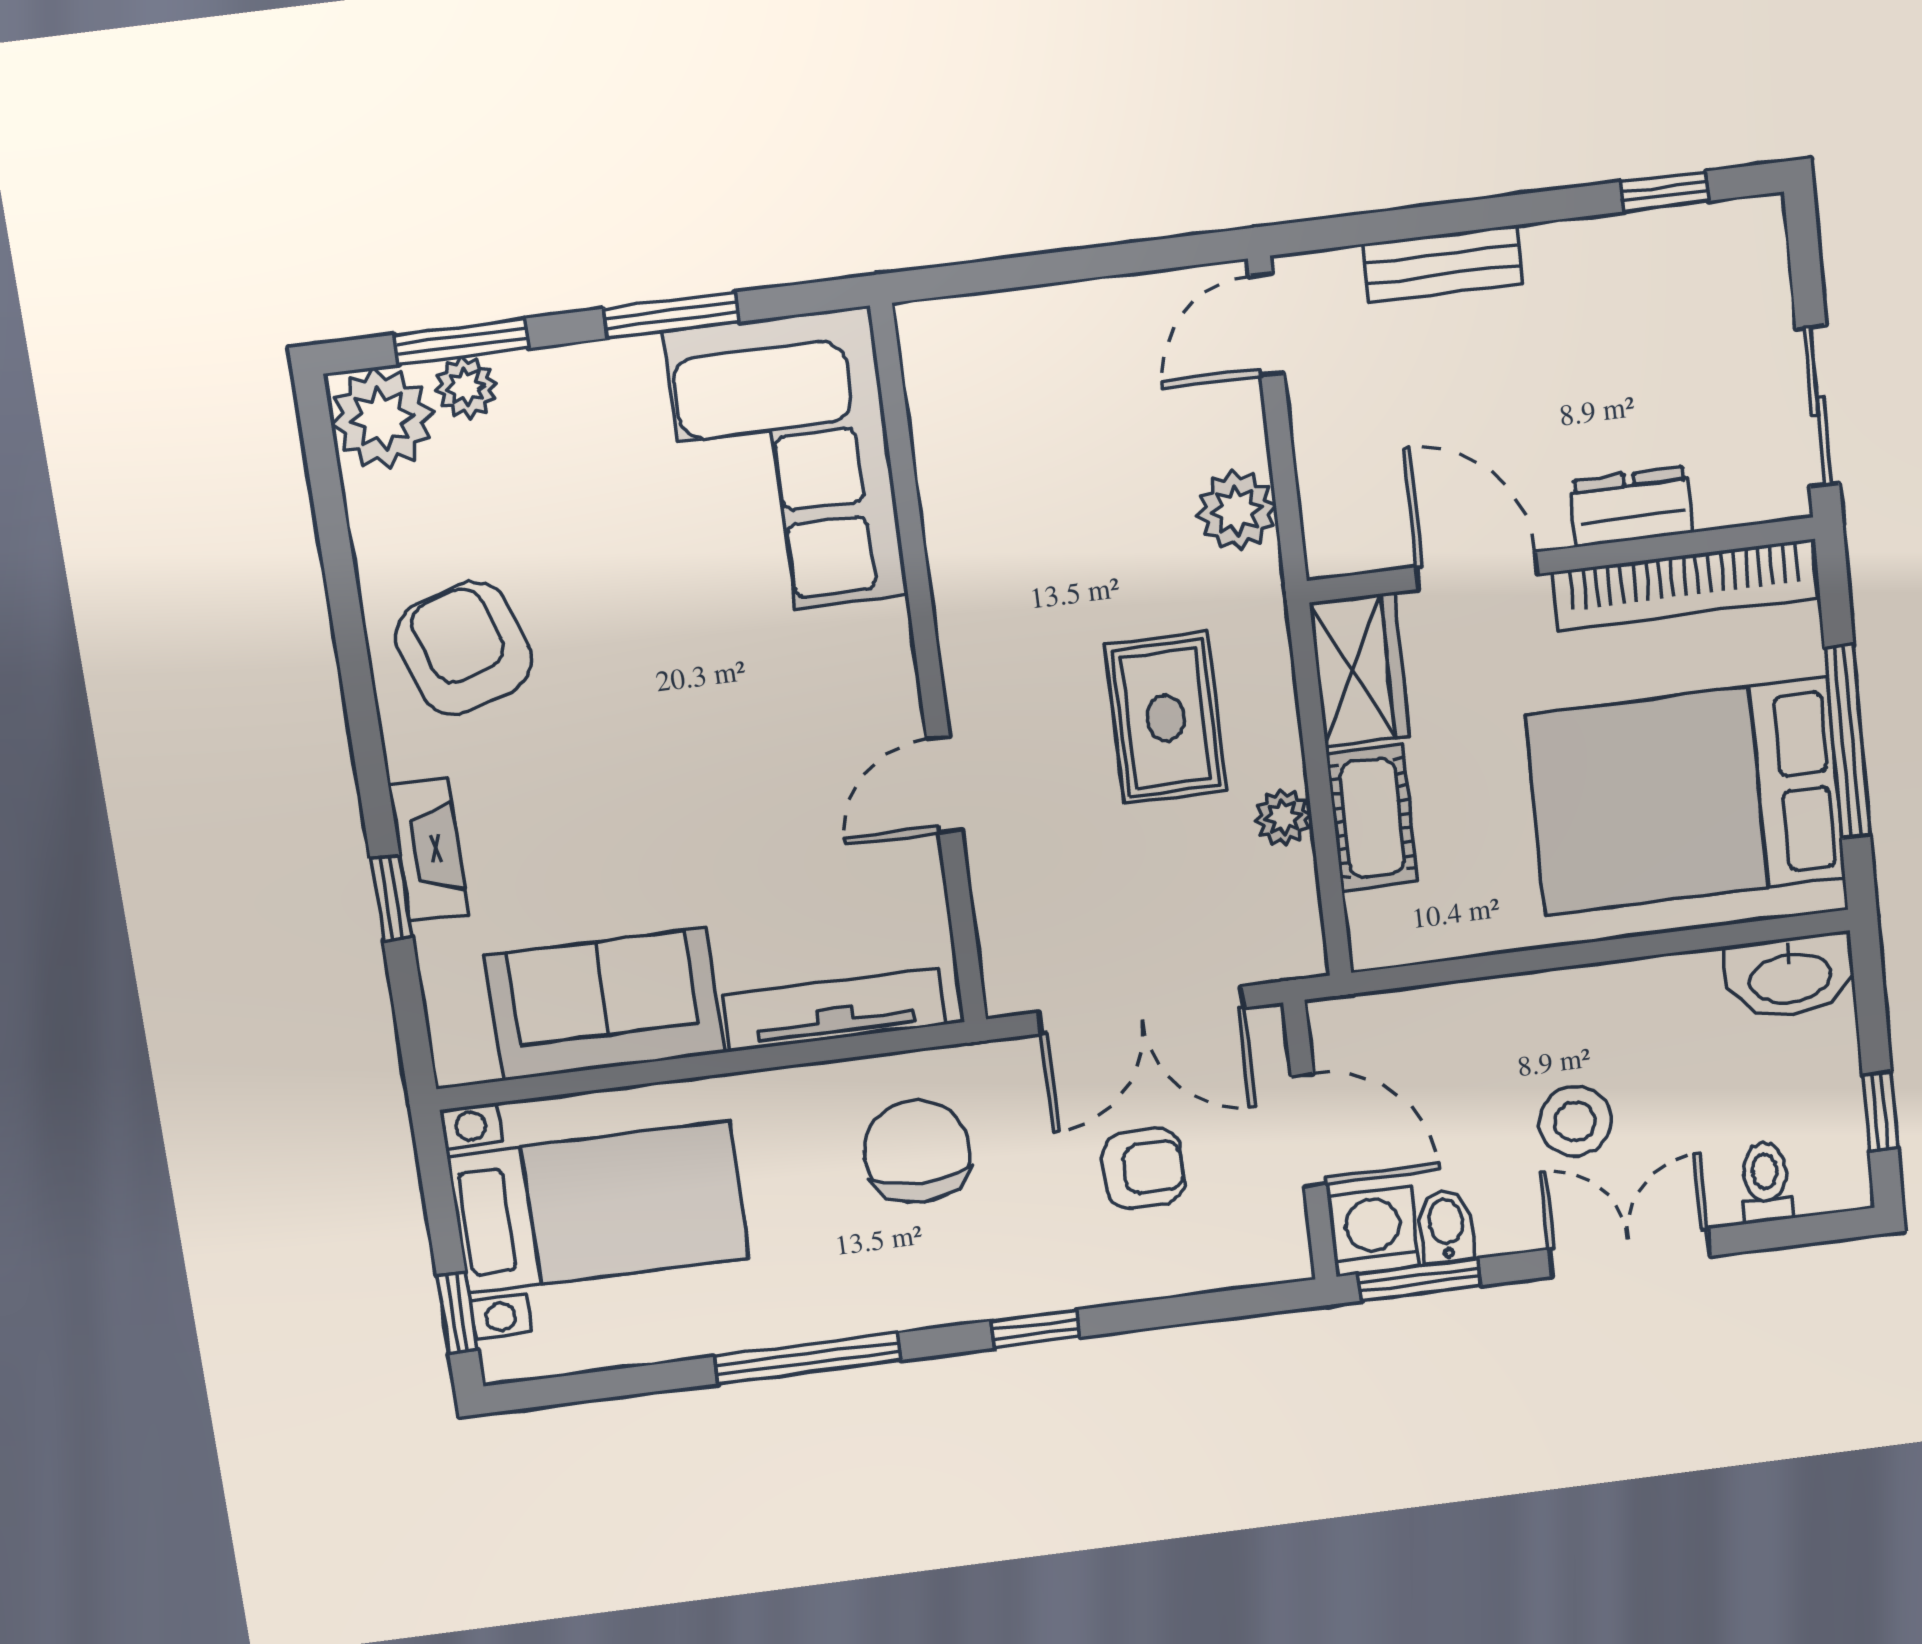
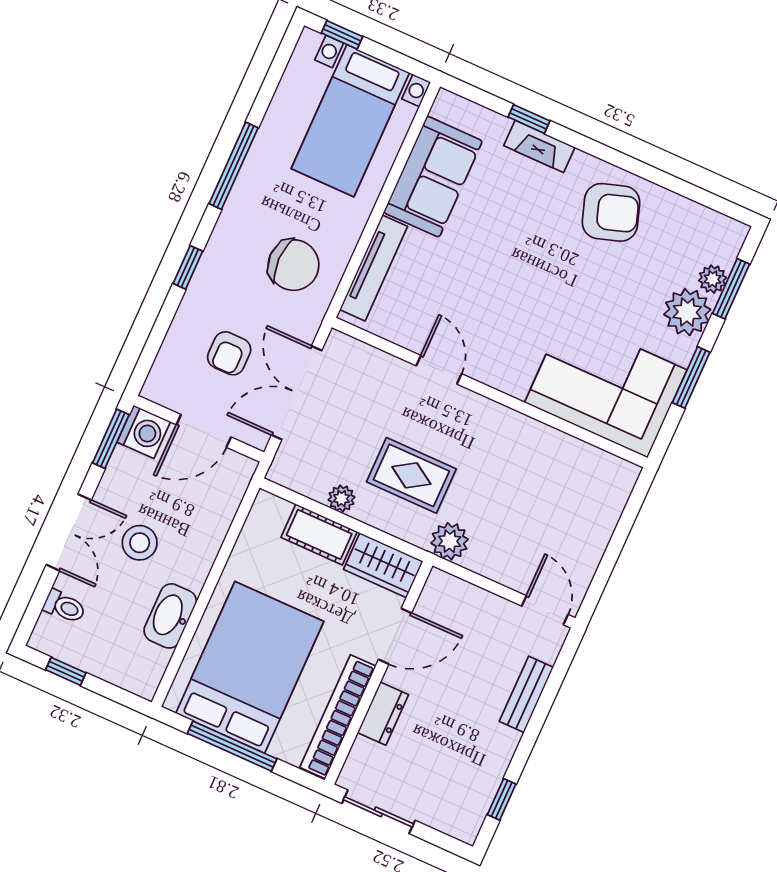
plant: (382, 418) -> (687, 312), moved
plant: (1236, 511) -> (450, 541), moved
washbasin: (1790, 976) -> (170, 616), moved
bidet: (1446, 1227) -> (127, 463), removed

